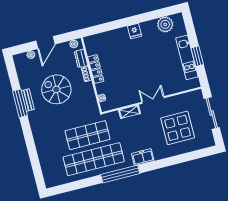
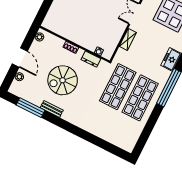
dresser: (81, 58) -> (91, 59), moved
locker: (96, 69) -> (73, 37), removed
window: (20, 103) -> (31, 108), moved
shop shelf: (94, 159) -> (140, 98), width x0.71

